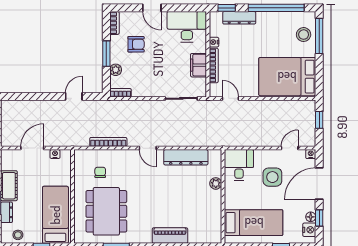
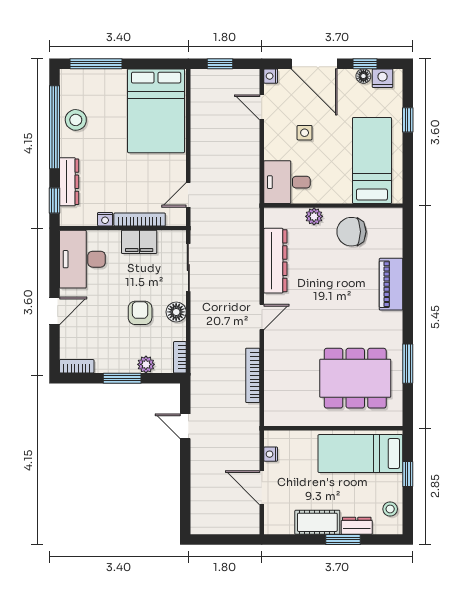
stool: (304, 35) -> (76, 120), moved
armchair: (136, 44) -> (140, 313), moved
floor lamp: (151, 90) -> (176, 312), added
chair: (100, 172) -> (351, 232), moved, width x1.87, depth x1.87
side table: (272, 177) -> (305, 133), width x0.54, depth x0.54

